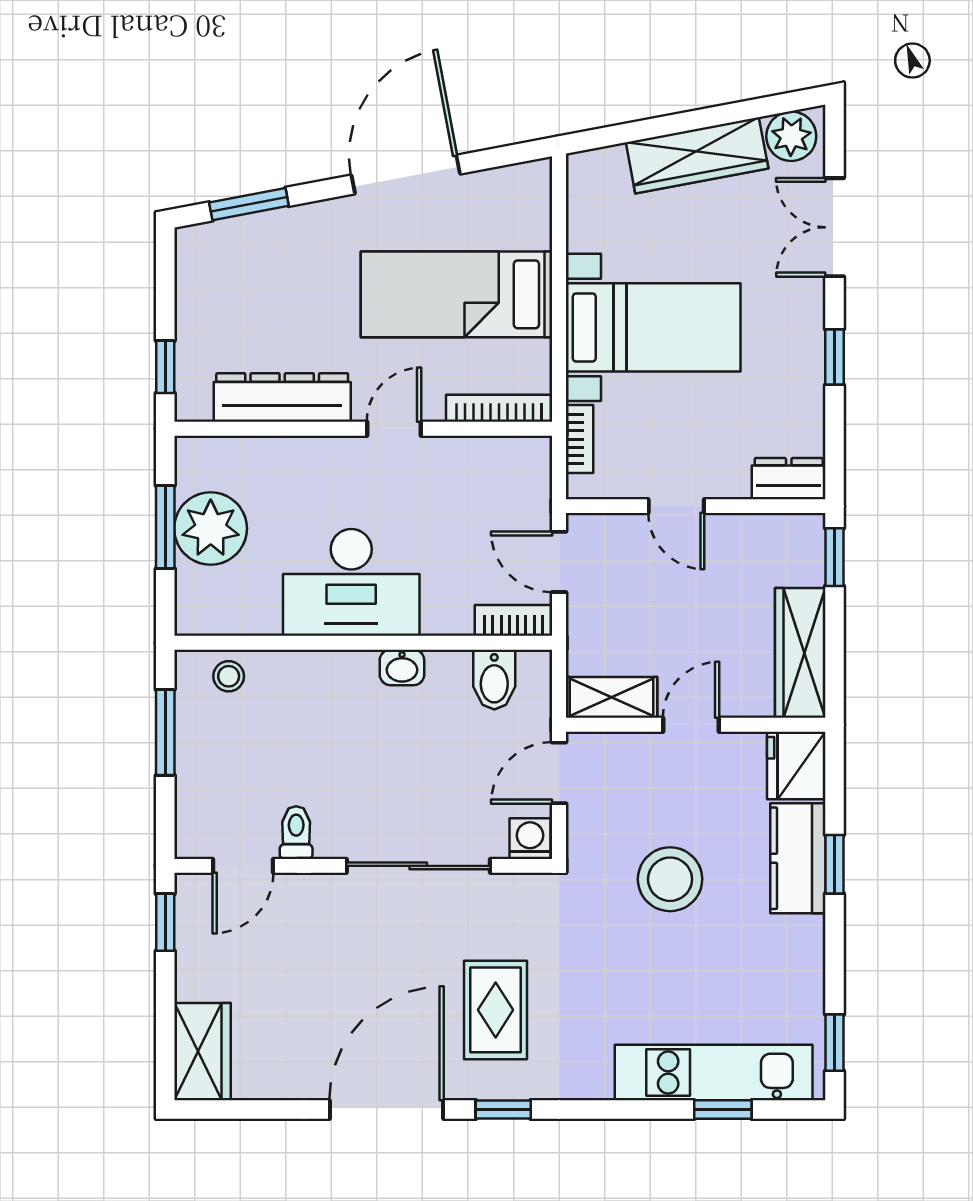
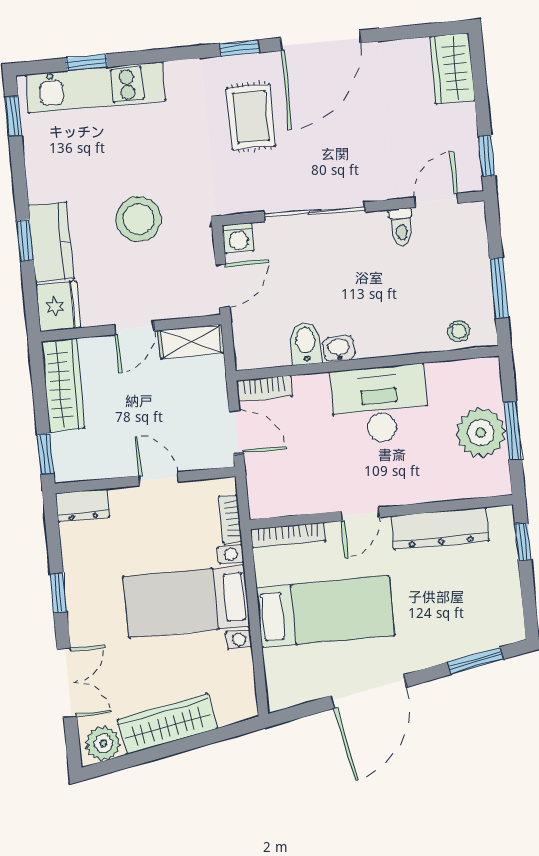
bidet: (494, 680) -> (306, 343), moved

